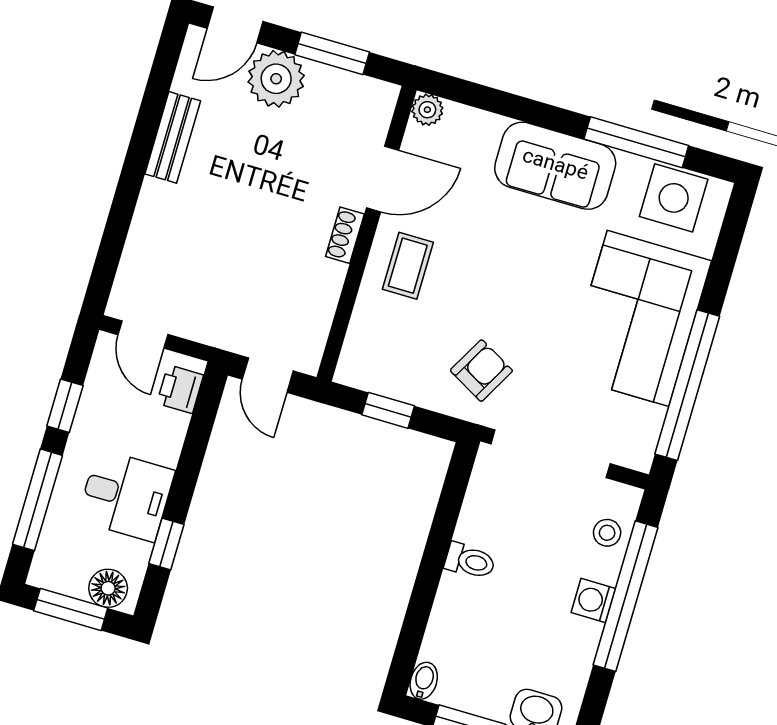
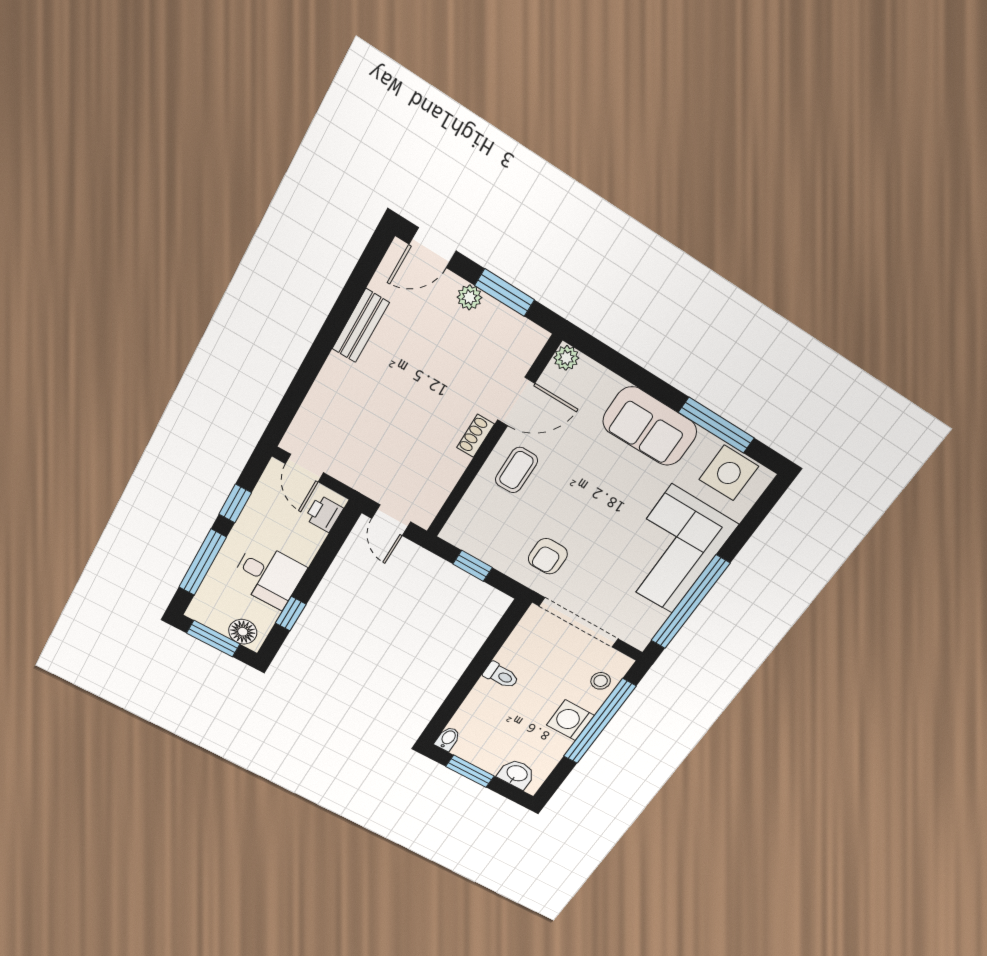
plant: (276, 79) -> (469, 297), width x0.53, depth x0.53
armchair: (481, 371) -> (548, 556), turned 151
washing machine: (593, 600) -> (570, 720), width x1.38, depth x1.38

